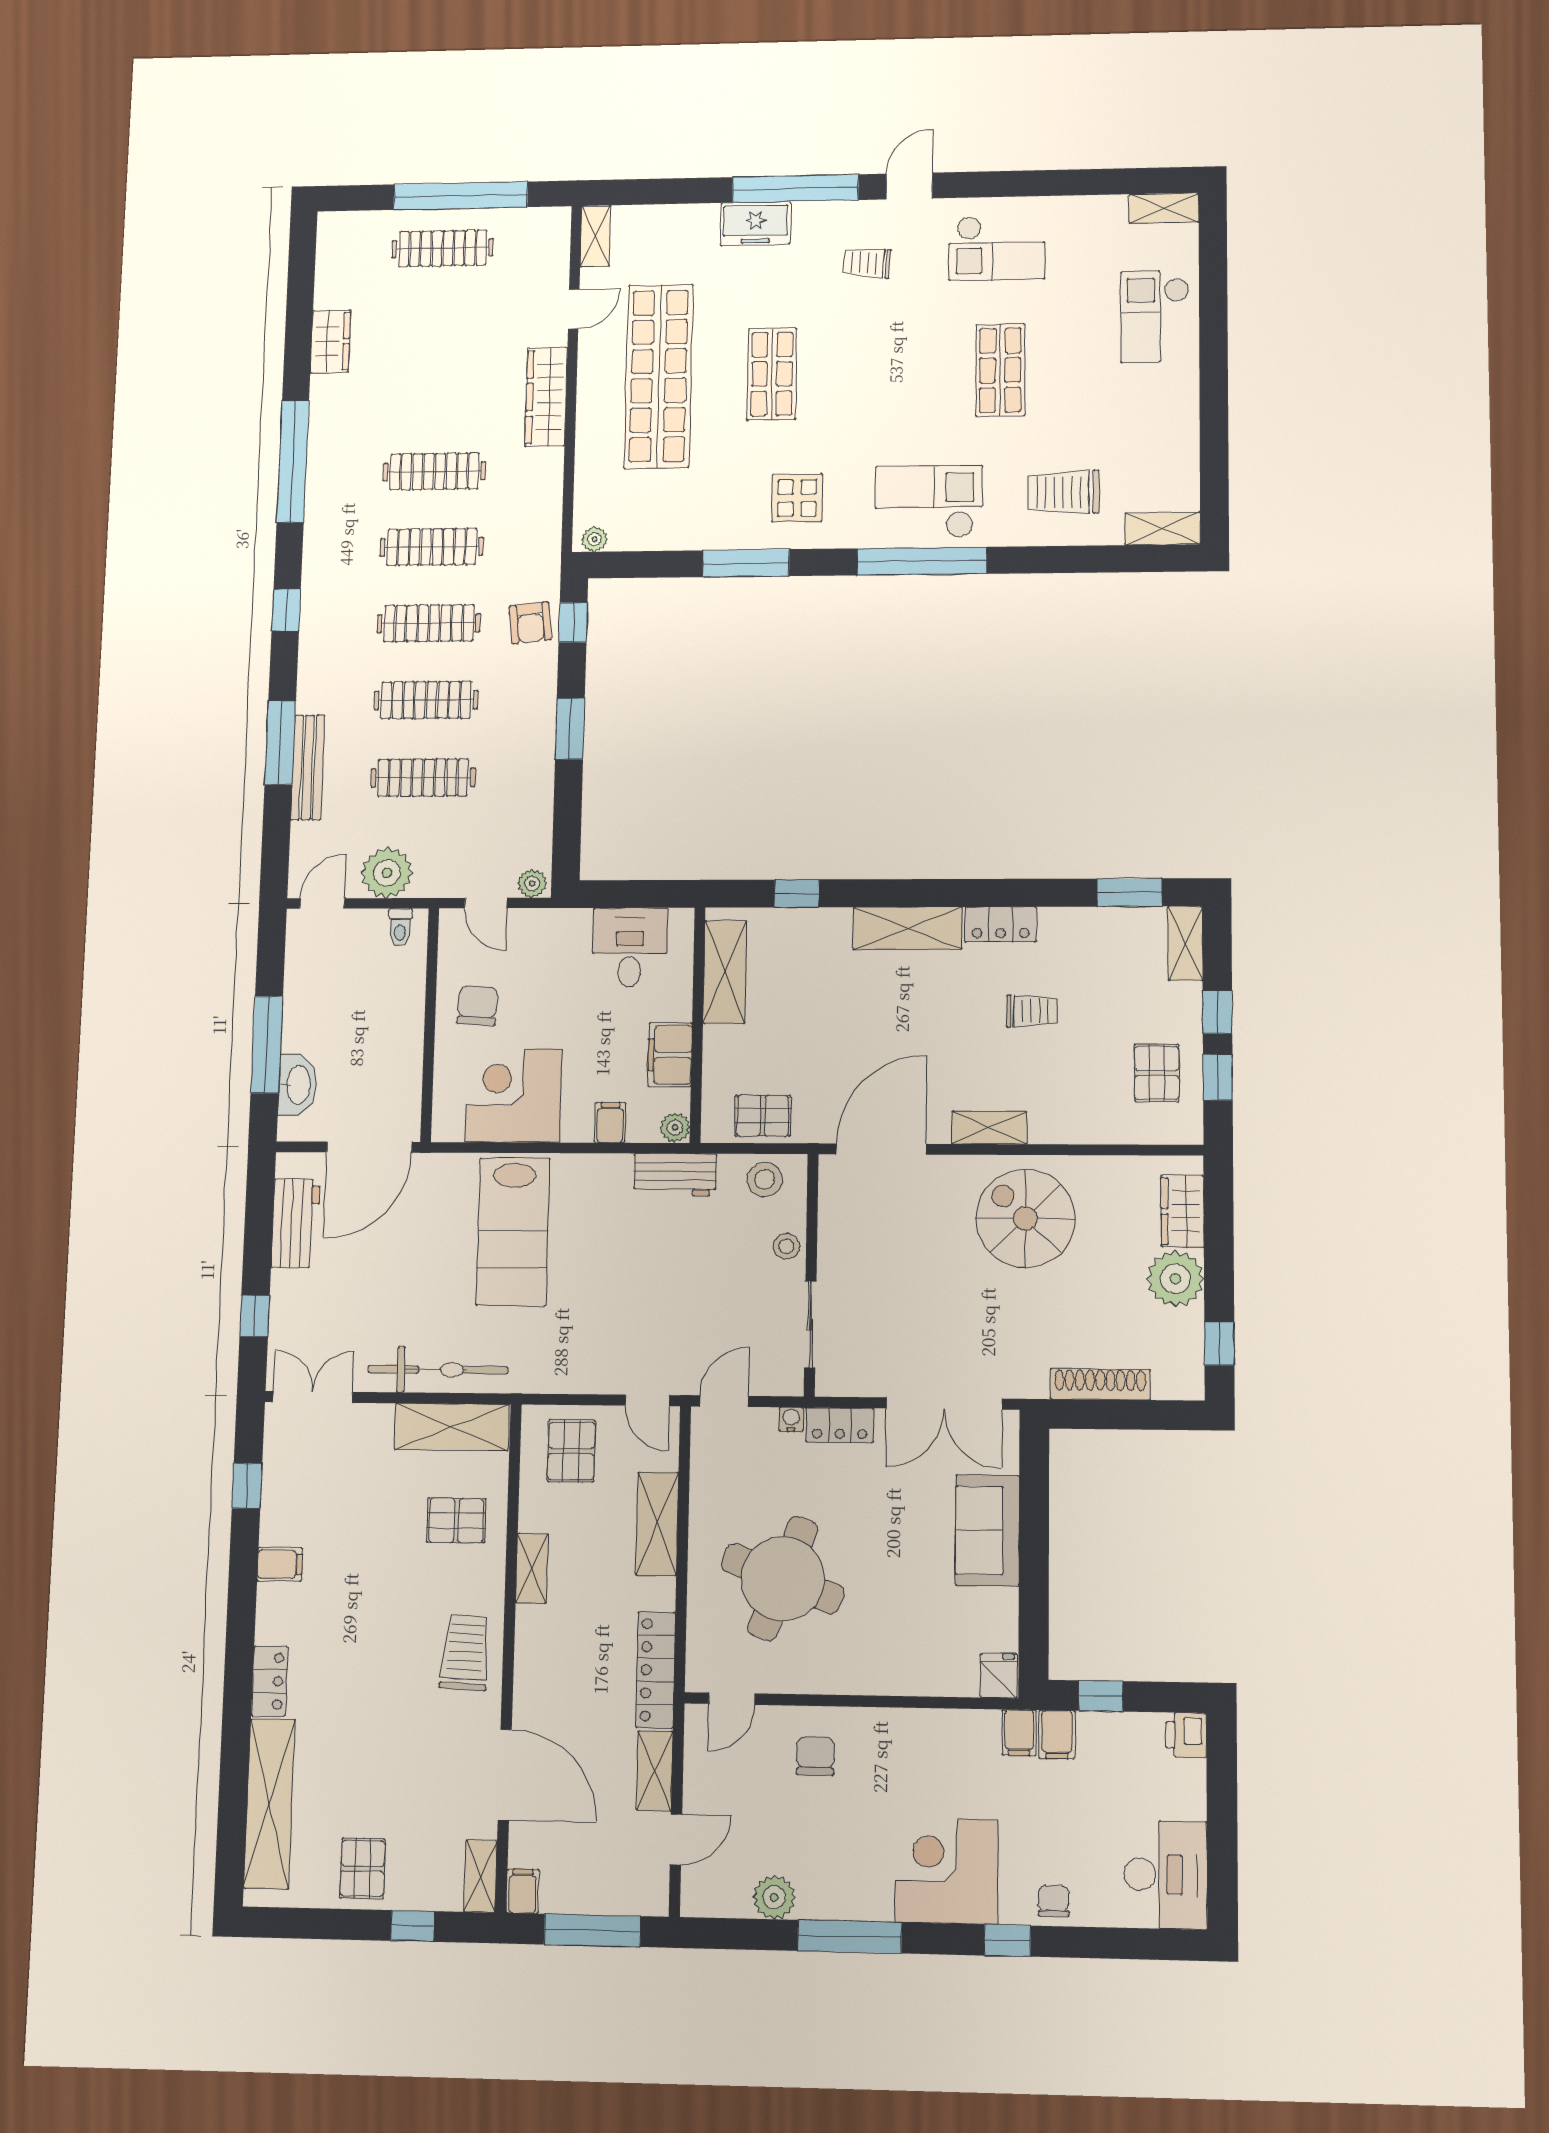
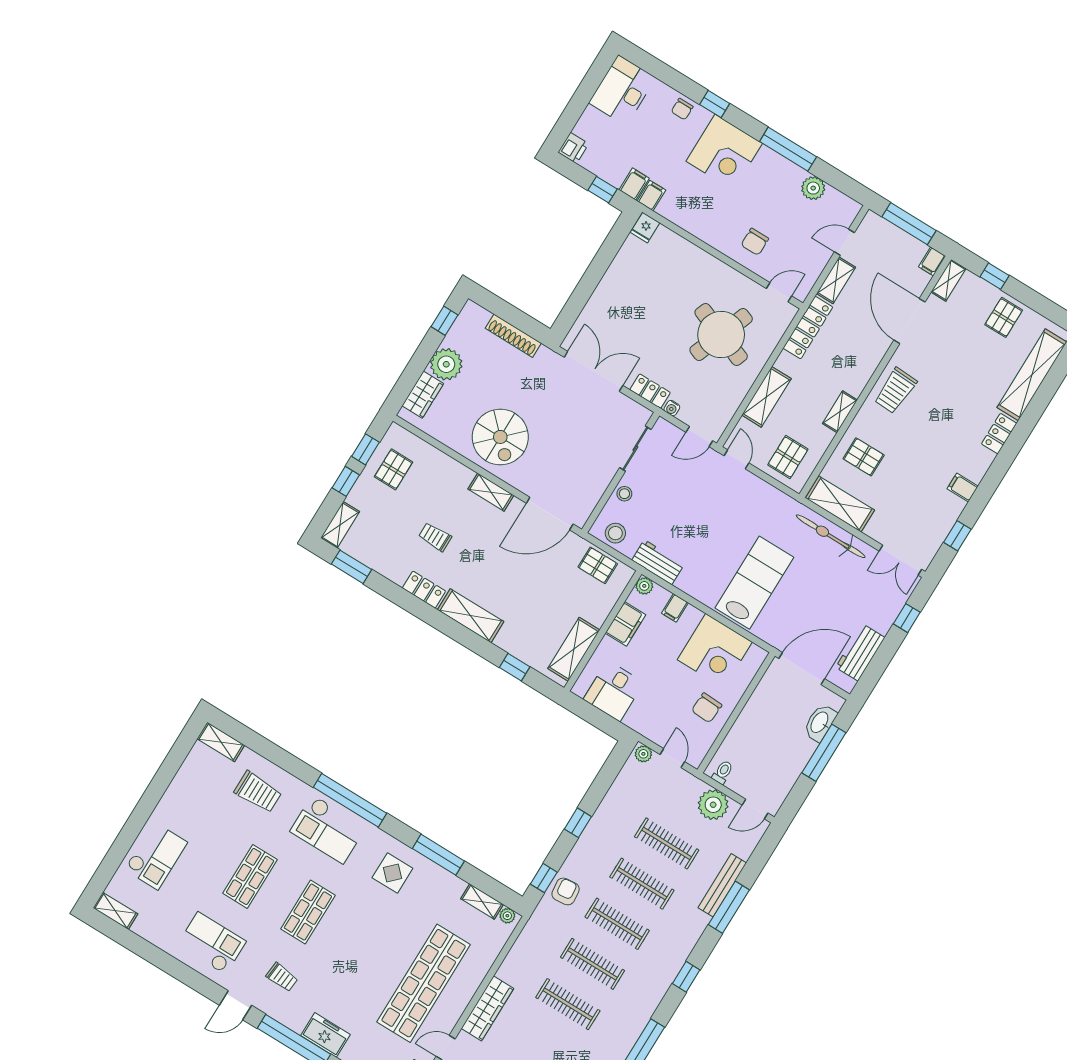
shop shelf: (772, 374) -> (308, 912), moved
shelving: (643, 537) -> (482, 902), added
window: (570, 729) -> (578, 823), width x0.67
sofa: (987, 1530) -> (609, 299), removed

